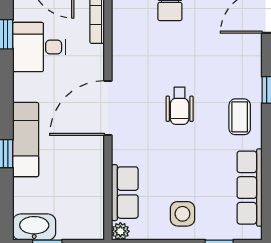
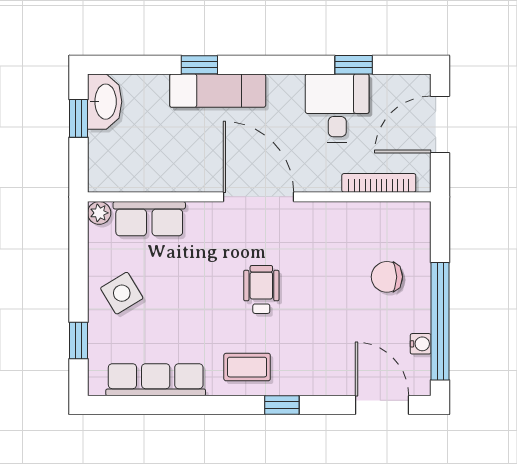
wheelchair: (180, 106) -> (261, 289), turned 90
side table: (182, 214) -> (122, 293), turned -31

